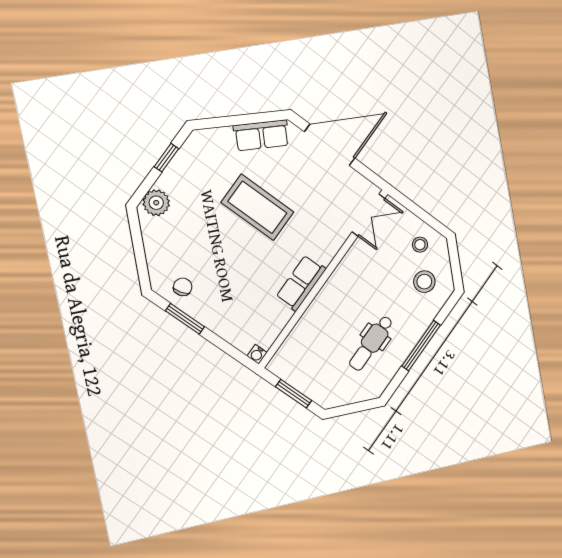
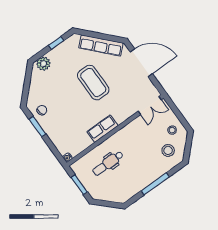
row of seats: (261, 135) -> (101, 45), width x1.48
dental chair: (371, 343) -> (108, 163), moved

